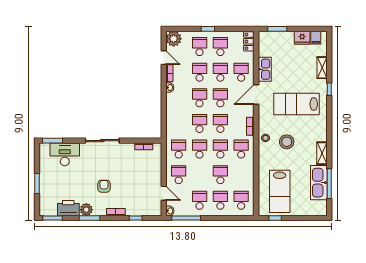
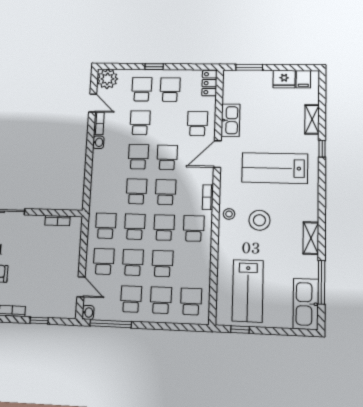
school desk: (220, 72) -> (133, 262), moved
kitchen sink: (319, 183) -> (306, 304), moved

